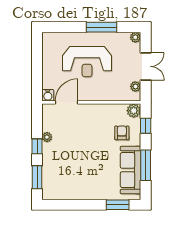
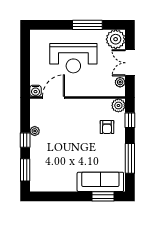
plant: (135, 37) -> (116, 39), width x1.87, depth x1.87
double door: (146, 66) -> (130, 63), swing flipped
armchair: (122, 133) -> (107, 127), turned 180
sofa: (130, 170) -> (100, 182), moved, turned 90

